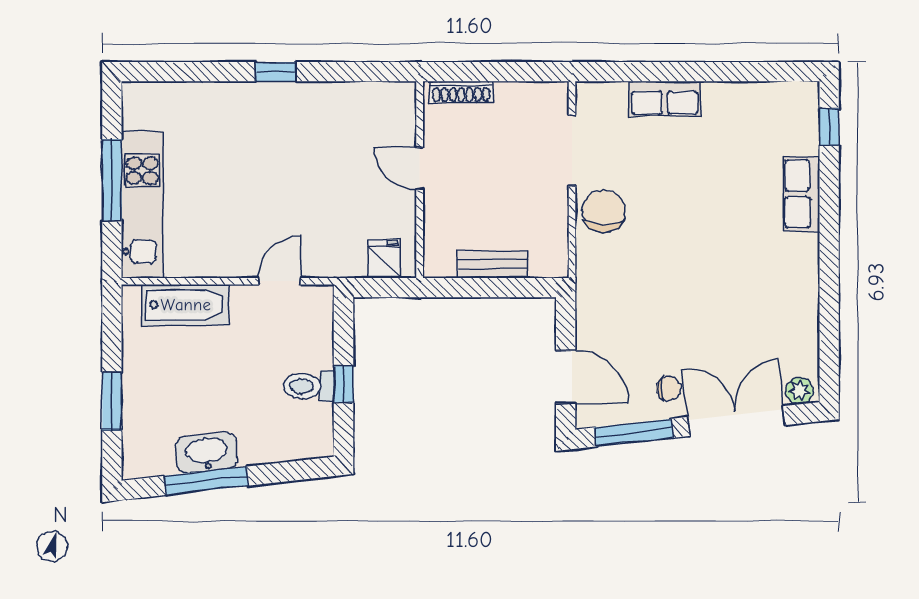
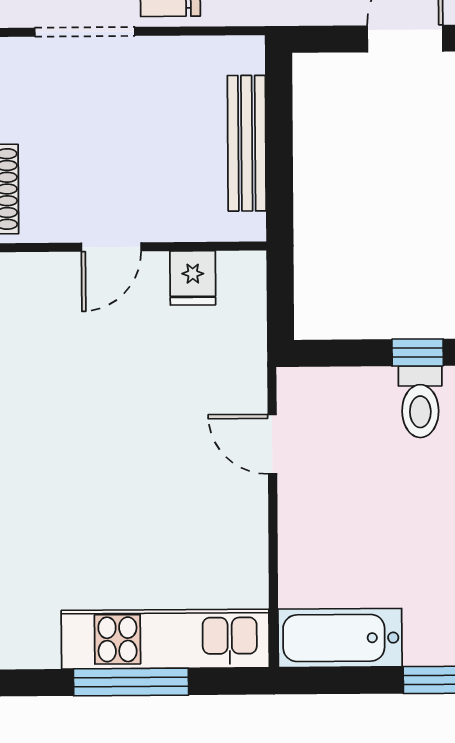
fridge: (384, 259) -> (193, 278), moved, turned -90
bench: (492, 265) -> (247, 143), width x1.36
bathtub: (186, 305) -> (340, 638), moved, turned -90

